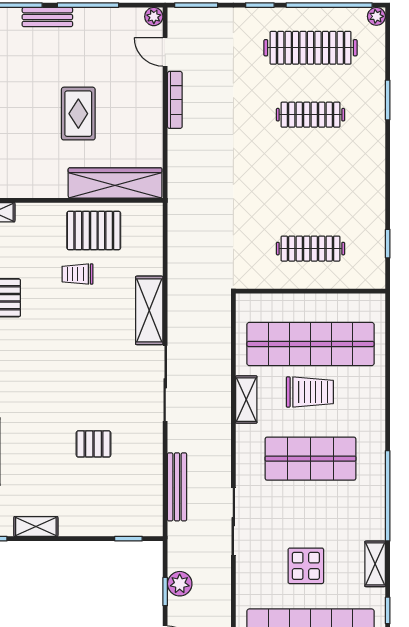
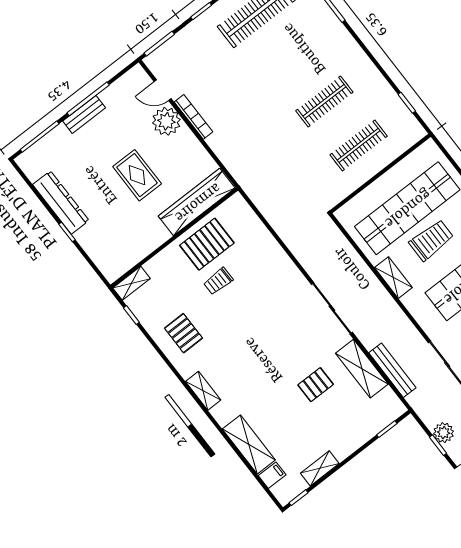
bench: (47, 17) -> (84, 114), moved
plant: (154, 17) -> (166, 121), moved, width x1.87, depth x1.87
clothes rail: (310, 115) -> (324, 101), moved
shelving: (149, 310) -> (362, 369), moved

